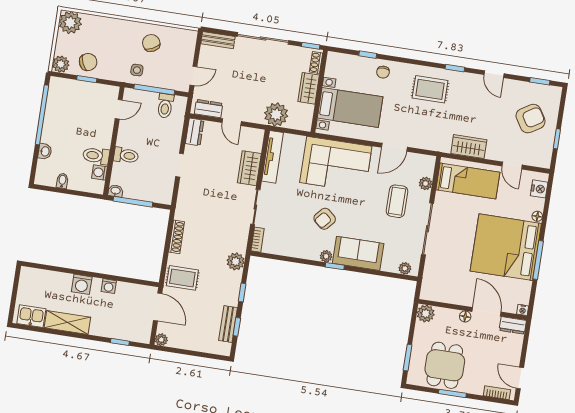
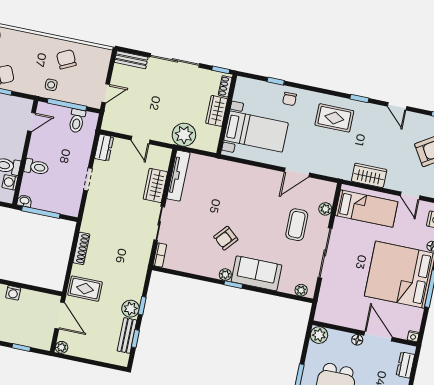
dresser: (209, 109) -> (119, 126), removed
corner sofa: (336, 164) -> (239, 186), removed
plant: (236, 261) -> (130, 309), moved
dresser: (513, 325) -> (405, 365), moved, turned 90

